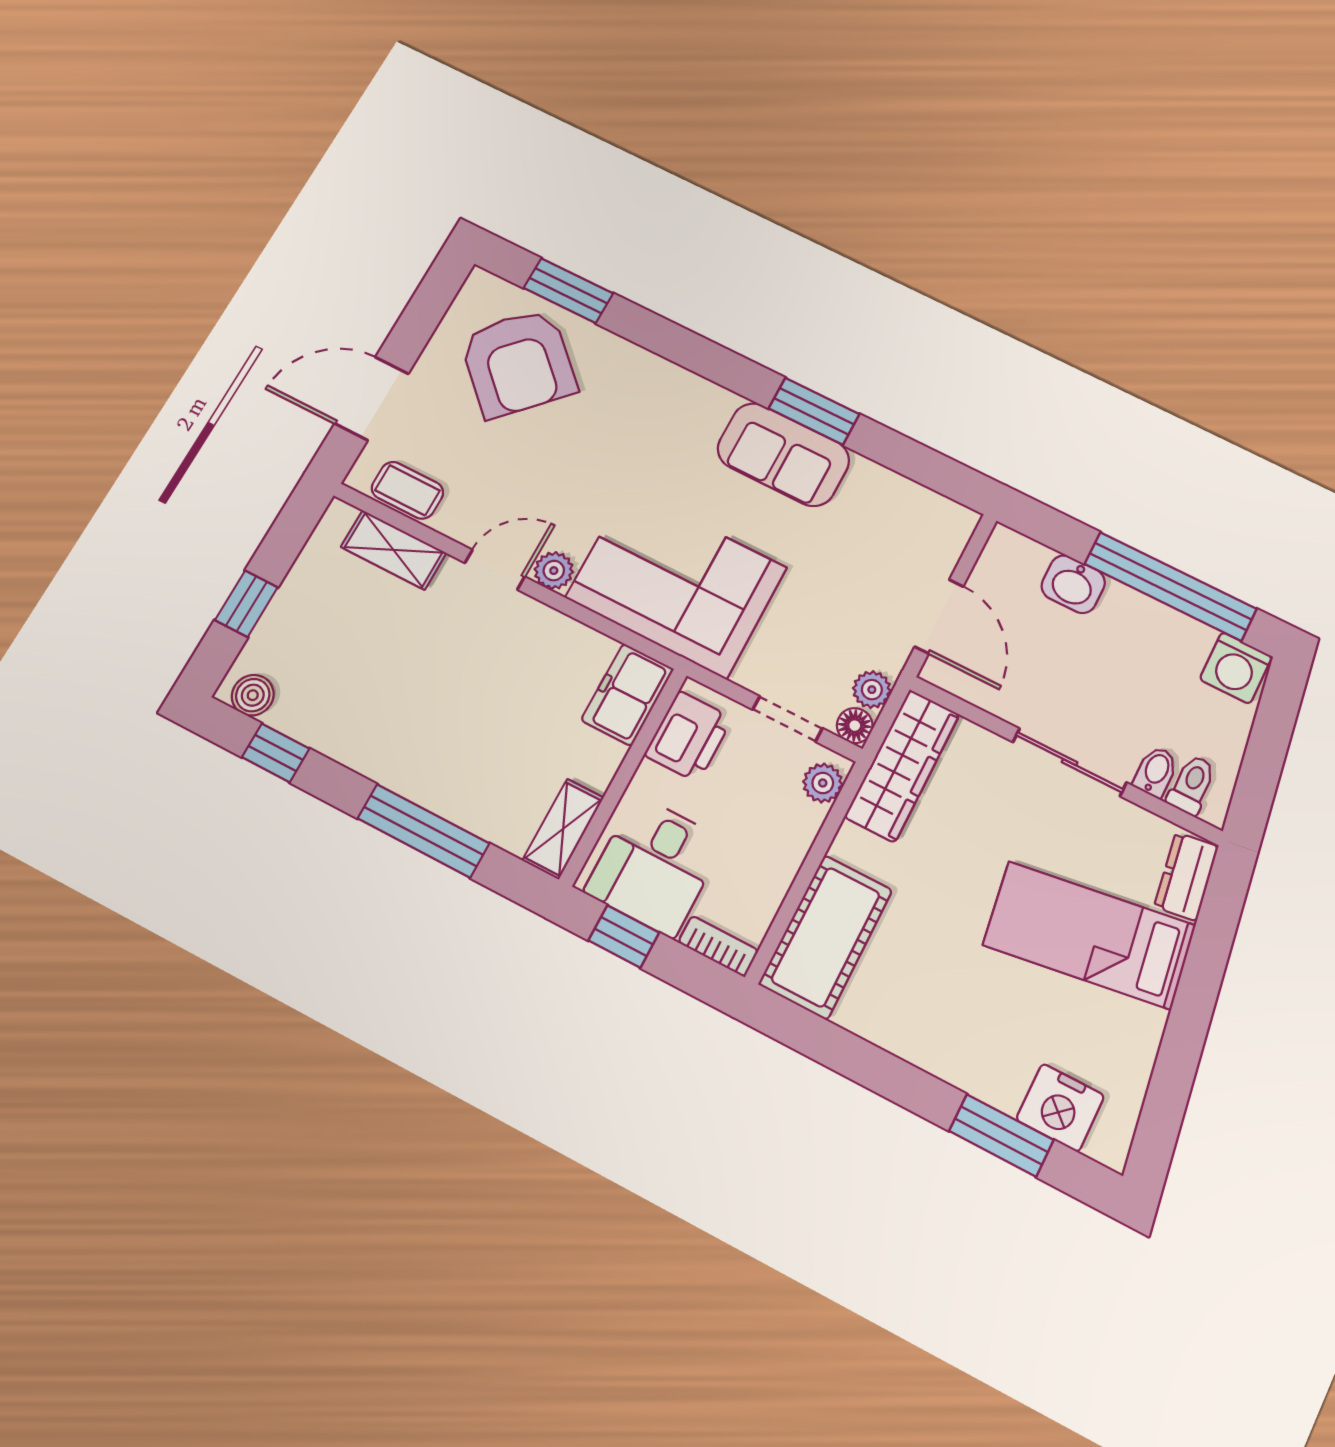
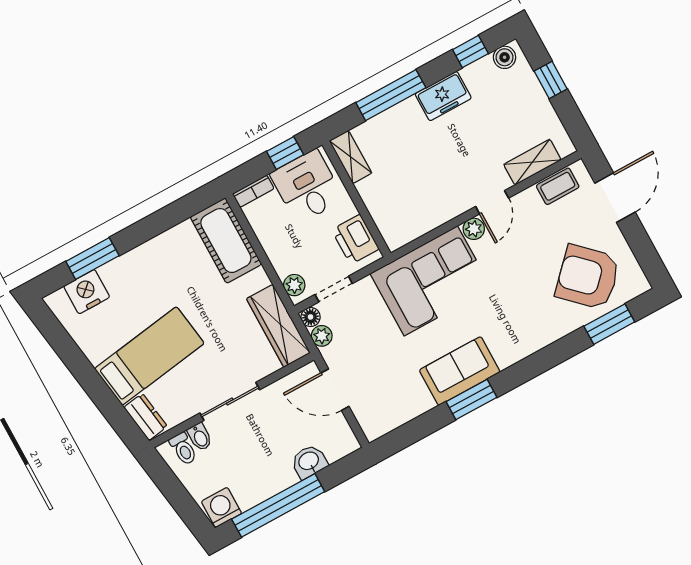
freezer: (627, 695) -> (443, 96), moved, turned 90

